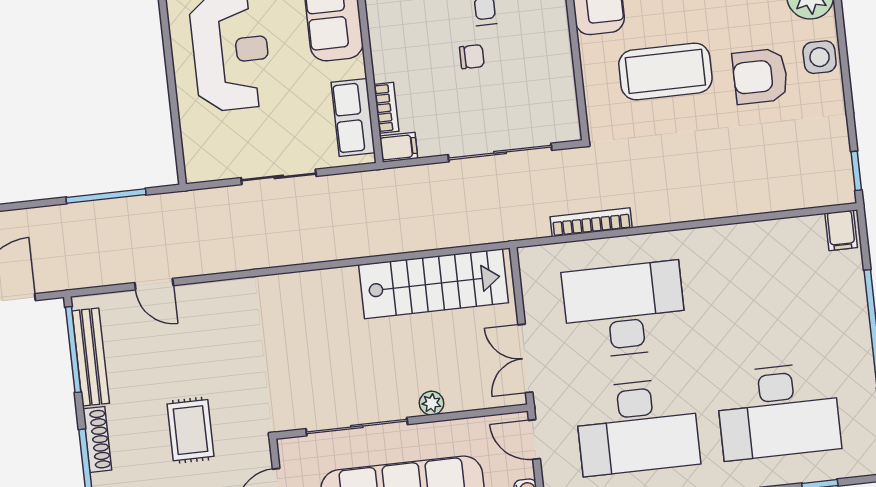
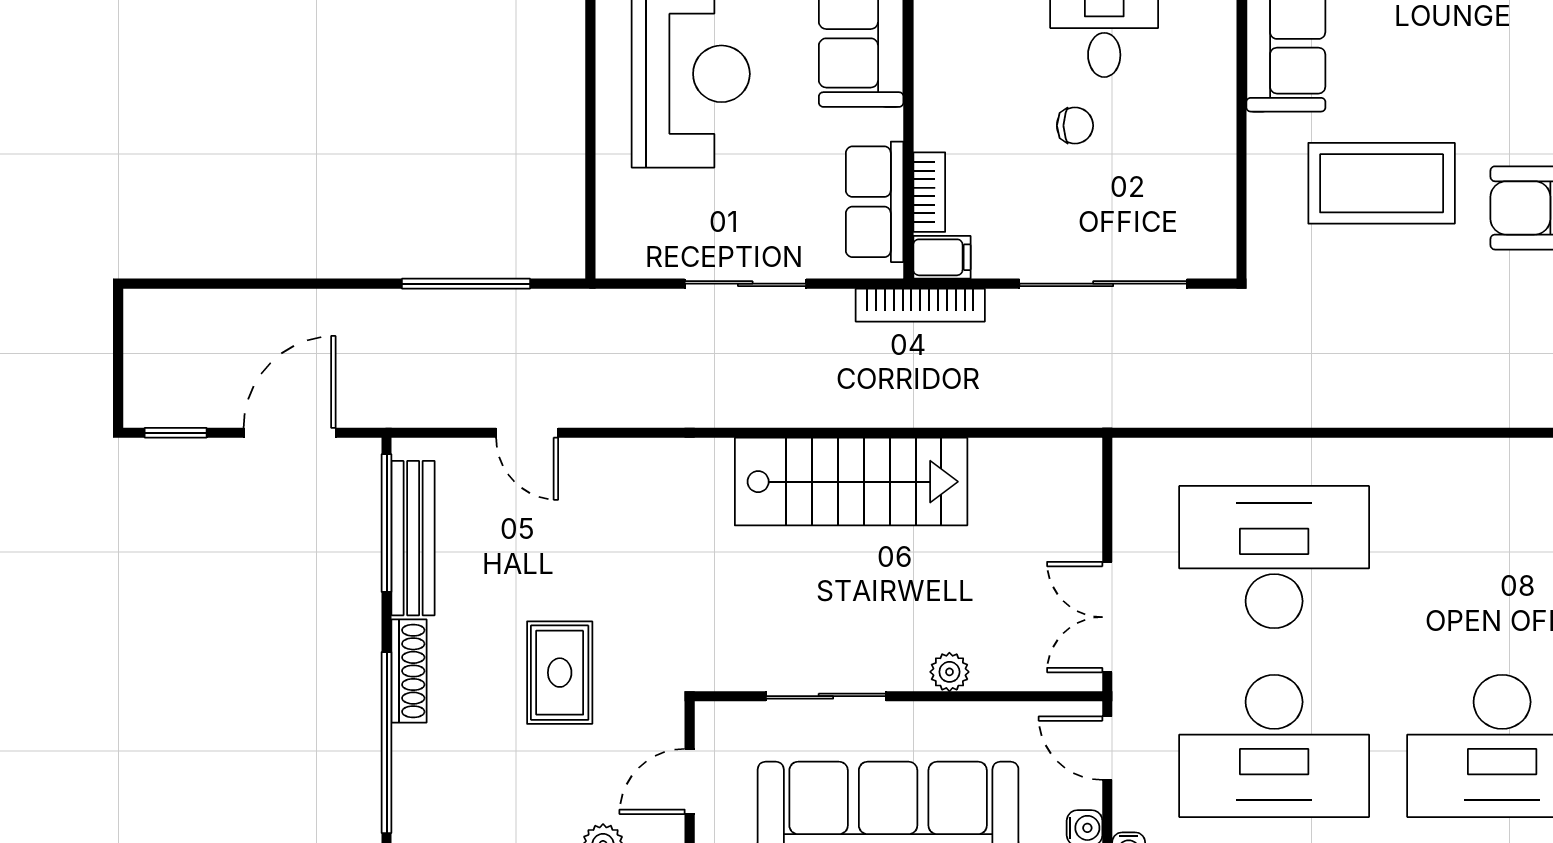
bookcase: (591, 222) -> (920, 305), moved, turned 180
stairs: (433, 284) -> (851, 482), moved
sliding door: (357, 427) -> (826, 696), width x0.73

